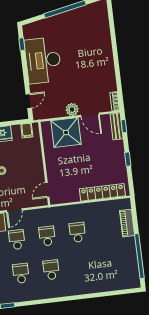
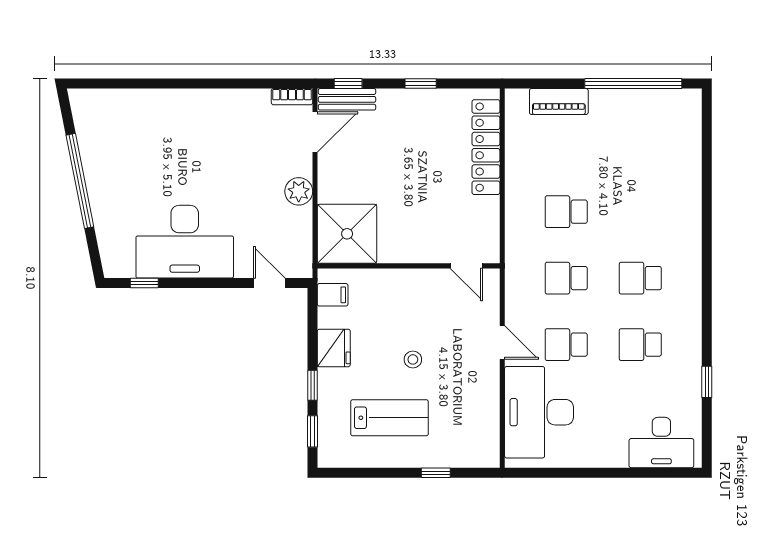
door: (90, 115) -> (315, 132), moved
shower: (66, 133) -> (347, 234), moved

